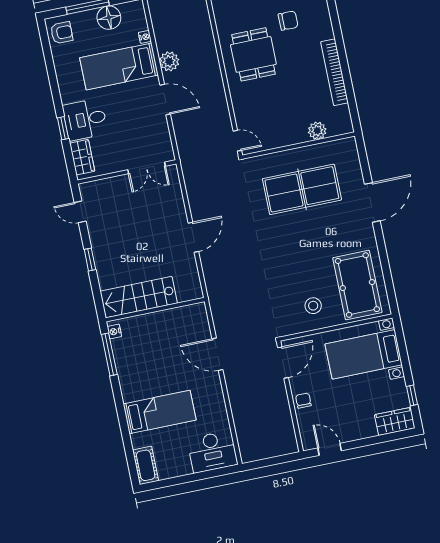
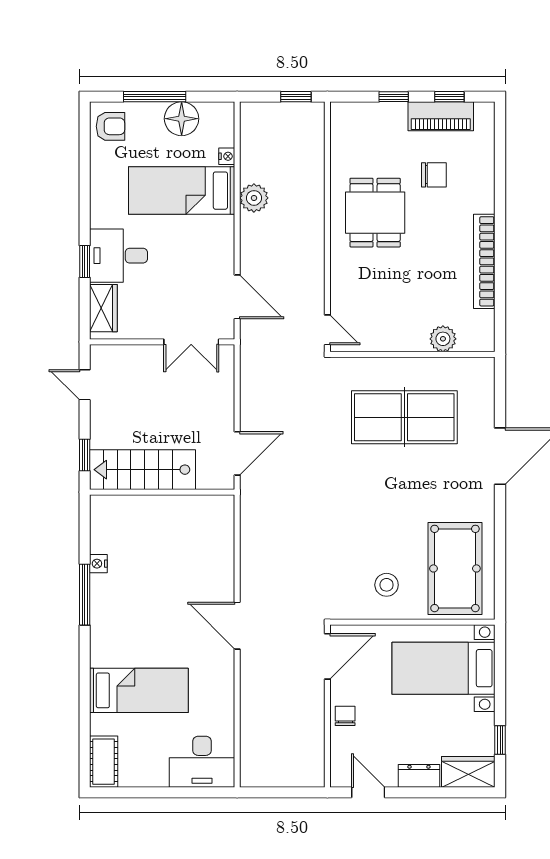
door: (165, 100) -> (237, 297), moved
stairs: (139, 297) -> (142, 470), moved
wall: (155, 310) -> (162, 492), moved
dresser: (362, 431) -> (419, 776), added

